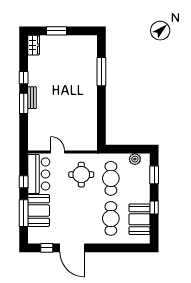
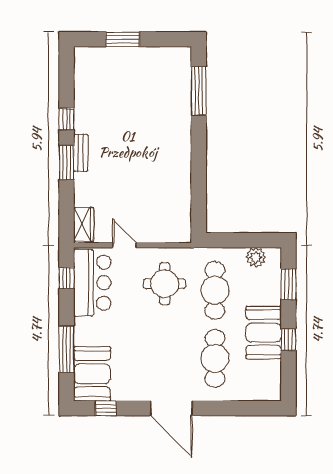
wardrobe: (34, 45) -> (84, 224), moved
window: (101, 72) -> (199, 91), moved
window: (24, 182) -> (67, 278), moved
booth: (39, 211) -> (92, 374), moved
booth: (139, 219) -> (264, 332), moved
door: (72, 248) -> (171, 408), moved

